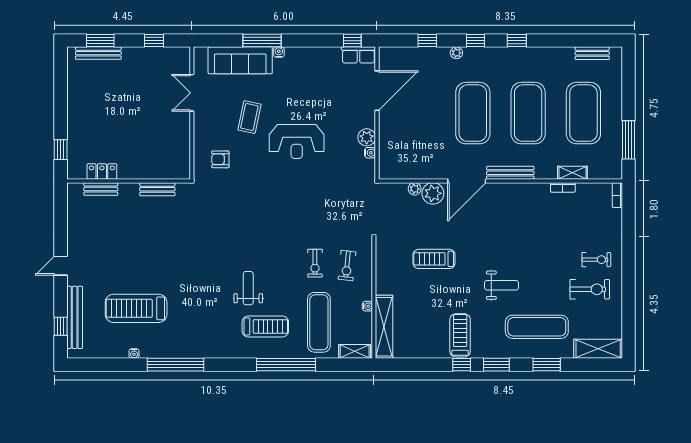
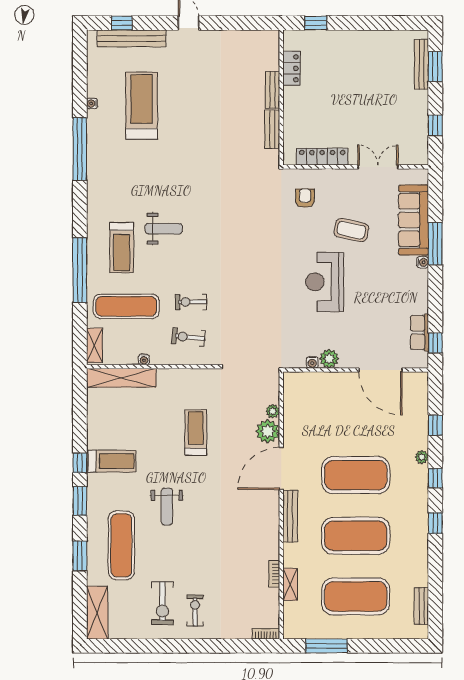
row of seats: (358, 55) -> (420, 333), moved
locker: (183, 144) -> (322, 157), added
door: (467, 181) -> (281, 468), hinge flipped
bench: (101, 189) -> (272, 90), moved
exercise bike: (596, 260) -> (195, 611), turned 180

